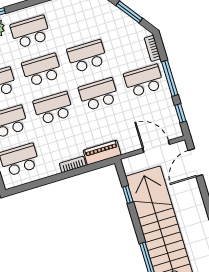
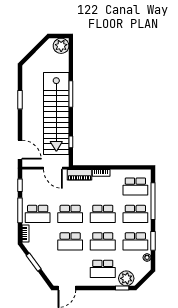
door: (156, 146) -> (53, 168), moved
door: (195, 163) -> (20, 150), hinge flipped

